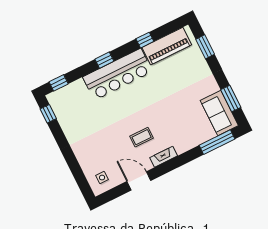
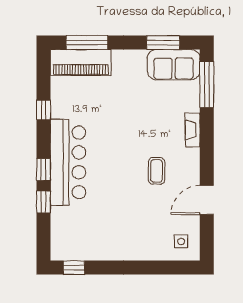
piano: (167, 46) -> (81, 63), moved, turned 90
window: (205, 47) -> (87, 43), width x1.44
window: (59, 83) -> (44, 202), moved
fireplace: (164, 157) -> (193, 130), moved

